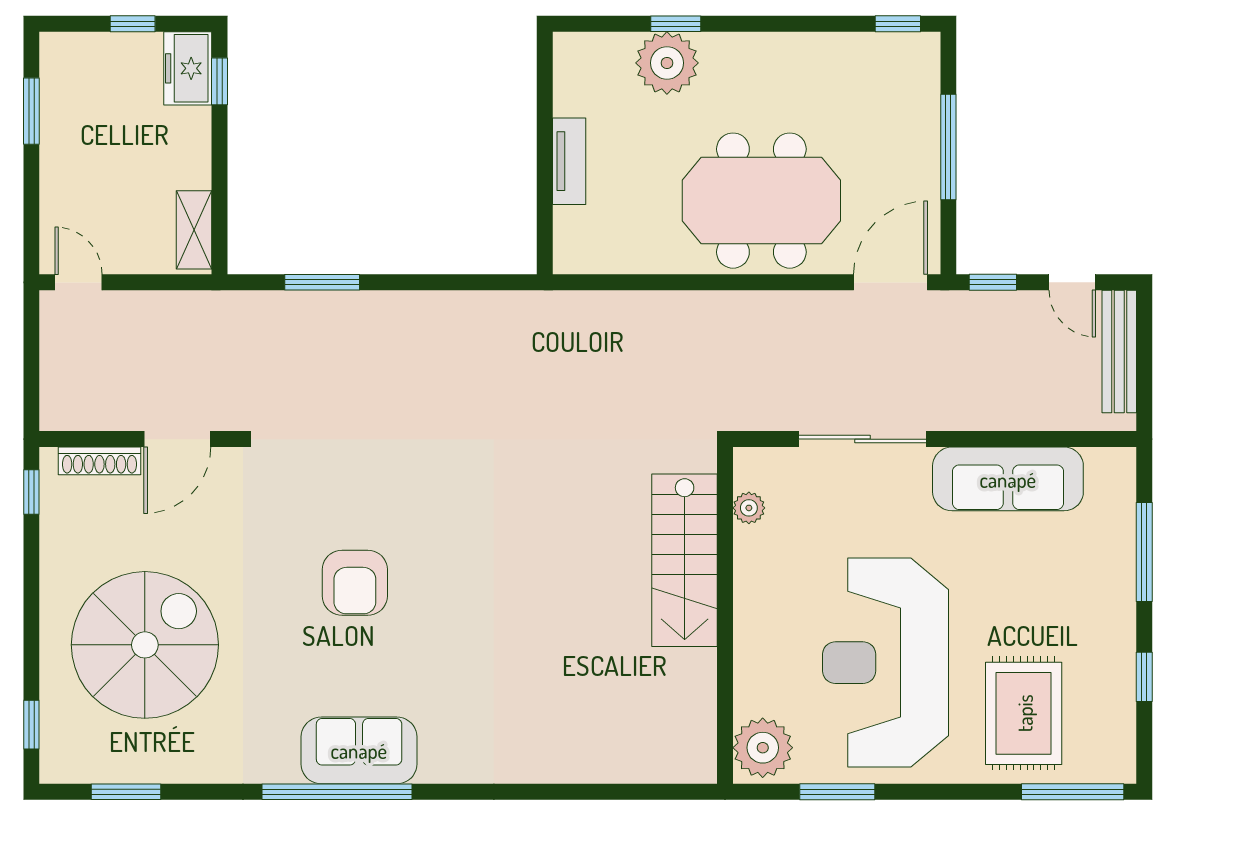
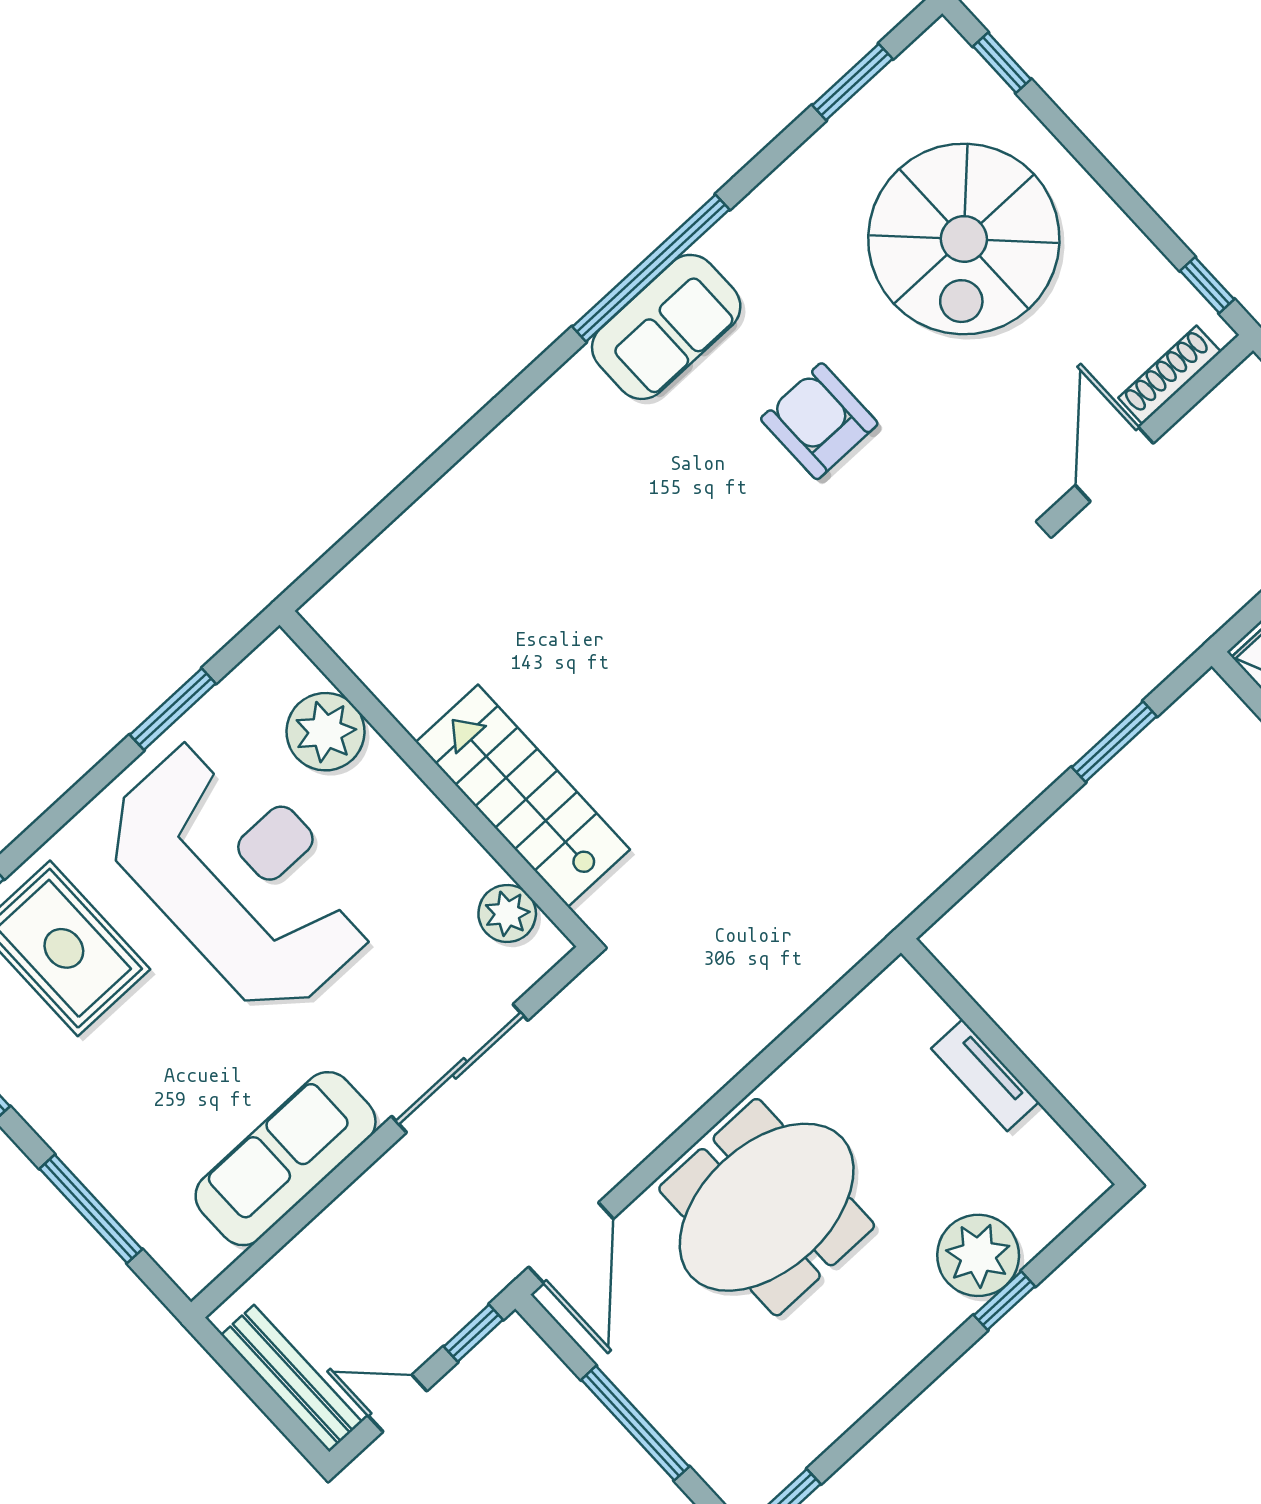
plant: (749, 508) -> (507, 913), width x1.38, depth x1.38
armchair: (355, 583) -> (819, 421), moved
plant: (763, 748) -> (325, 732), moved

